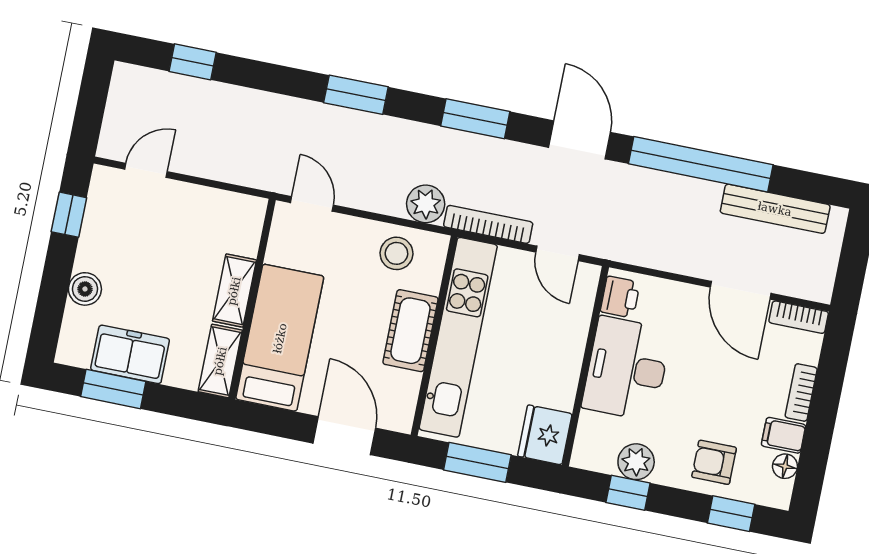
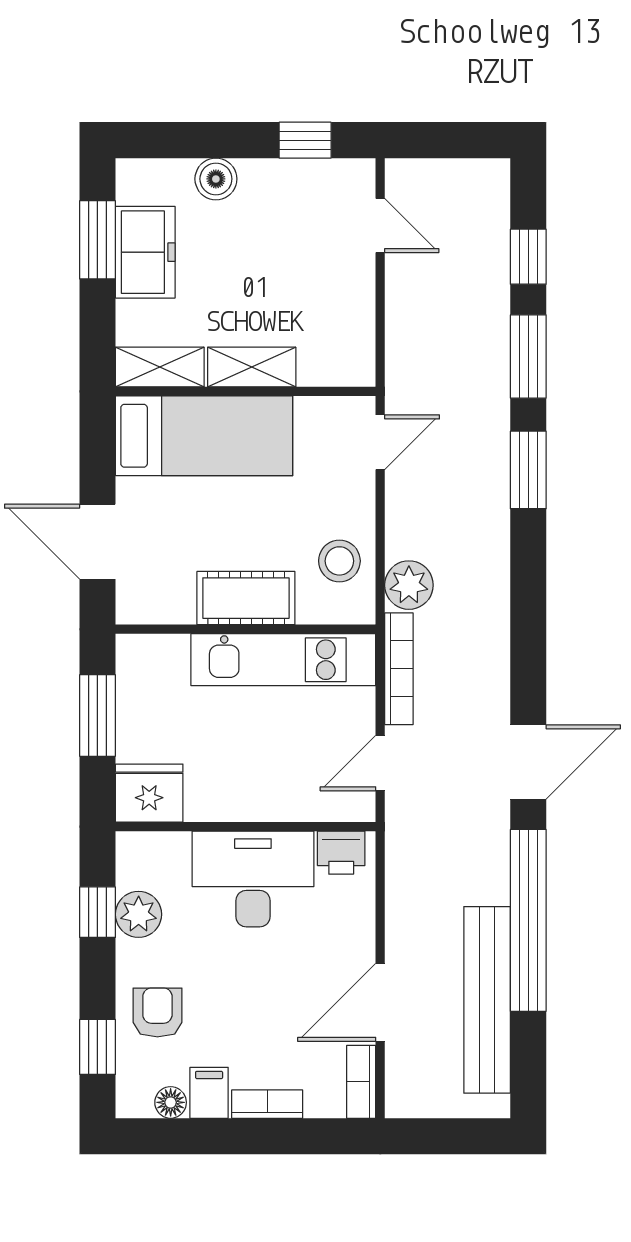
window: (475, 119) -> (528, 357), moved
bench: (775, 209) -> (487, 1000), width x1.37, depth x1.21
kitchen unit: (458, 337) -> (283, 660), width x0.73
door: (344, 436) -> (97, 542), swing flipped

